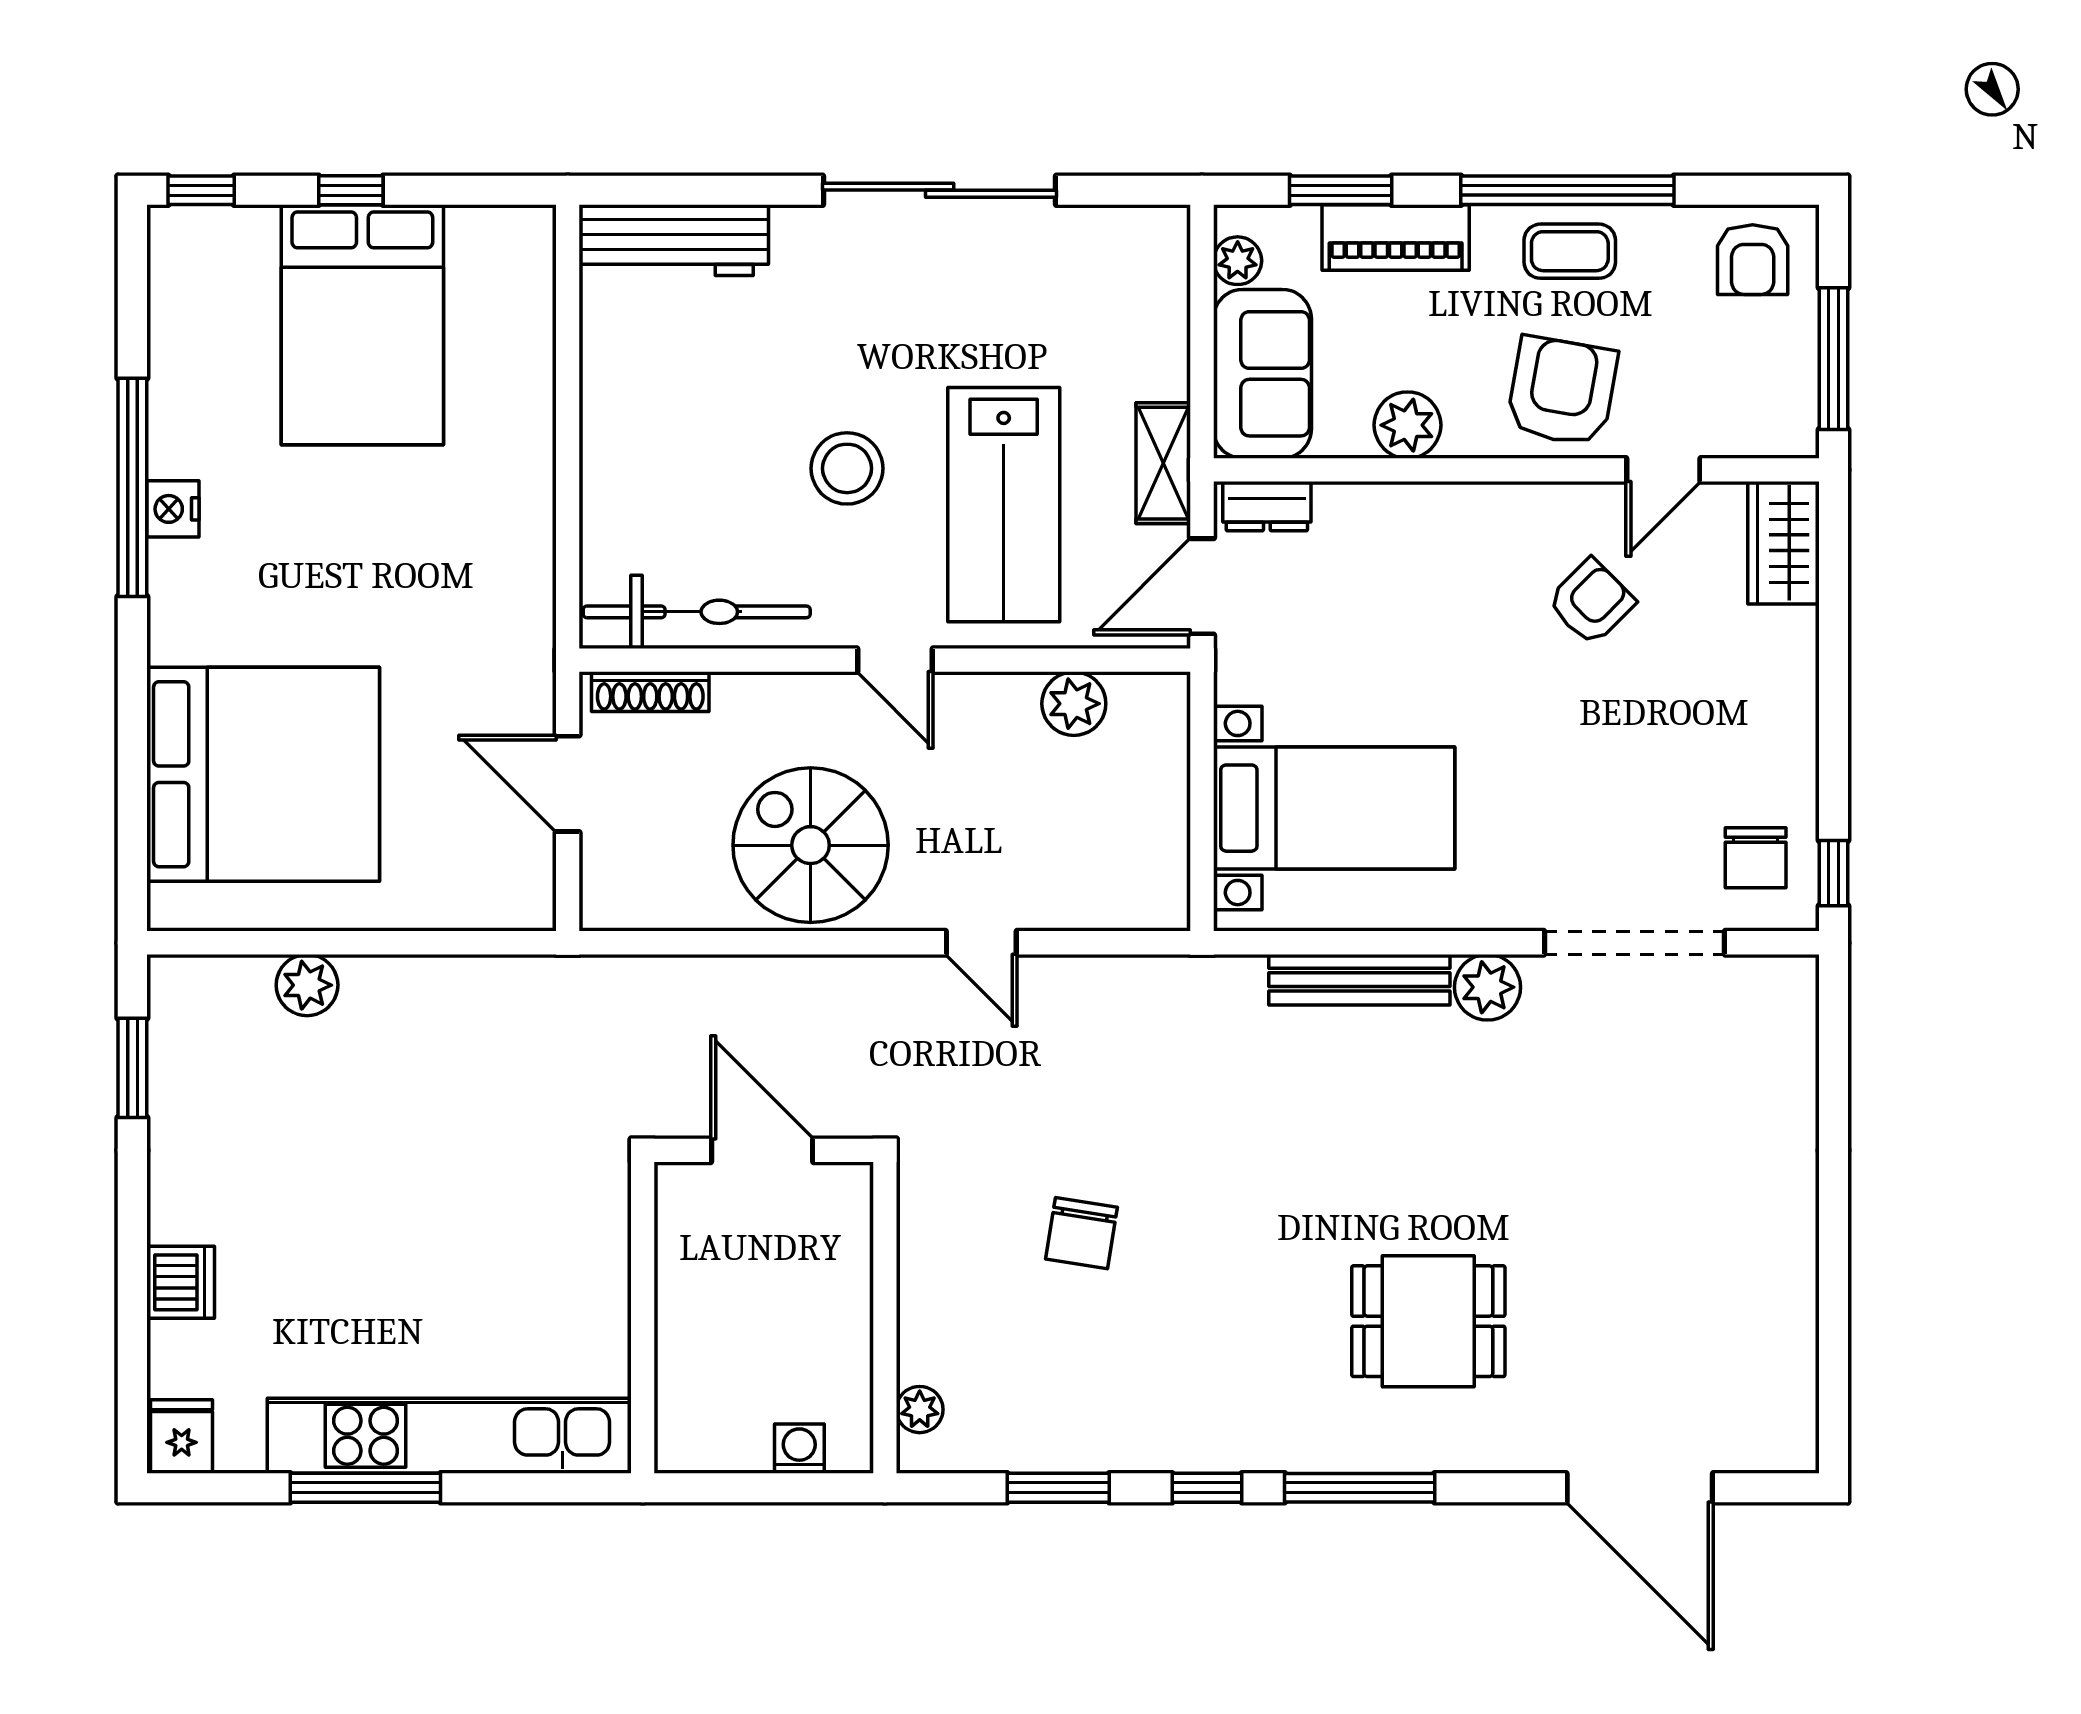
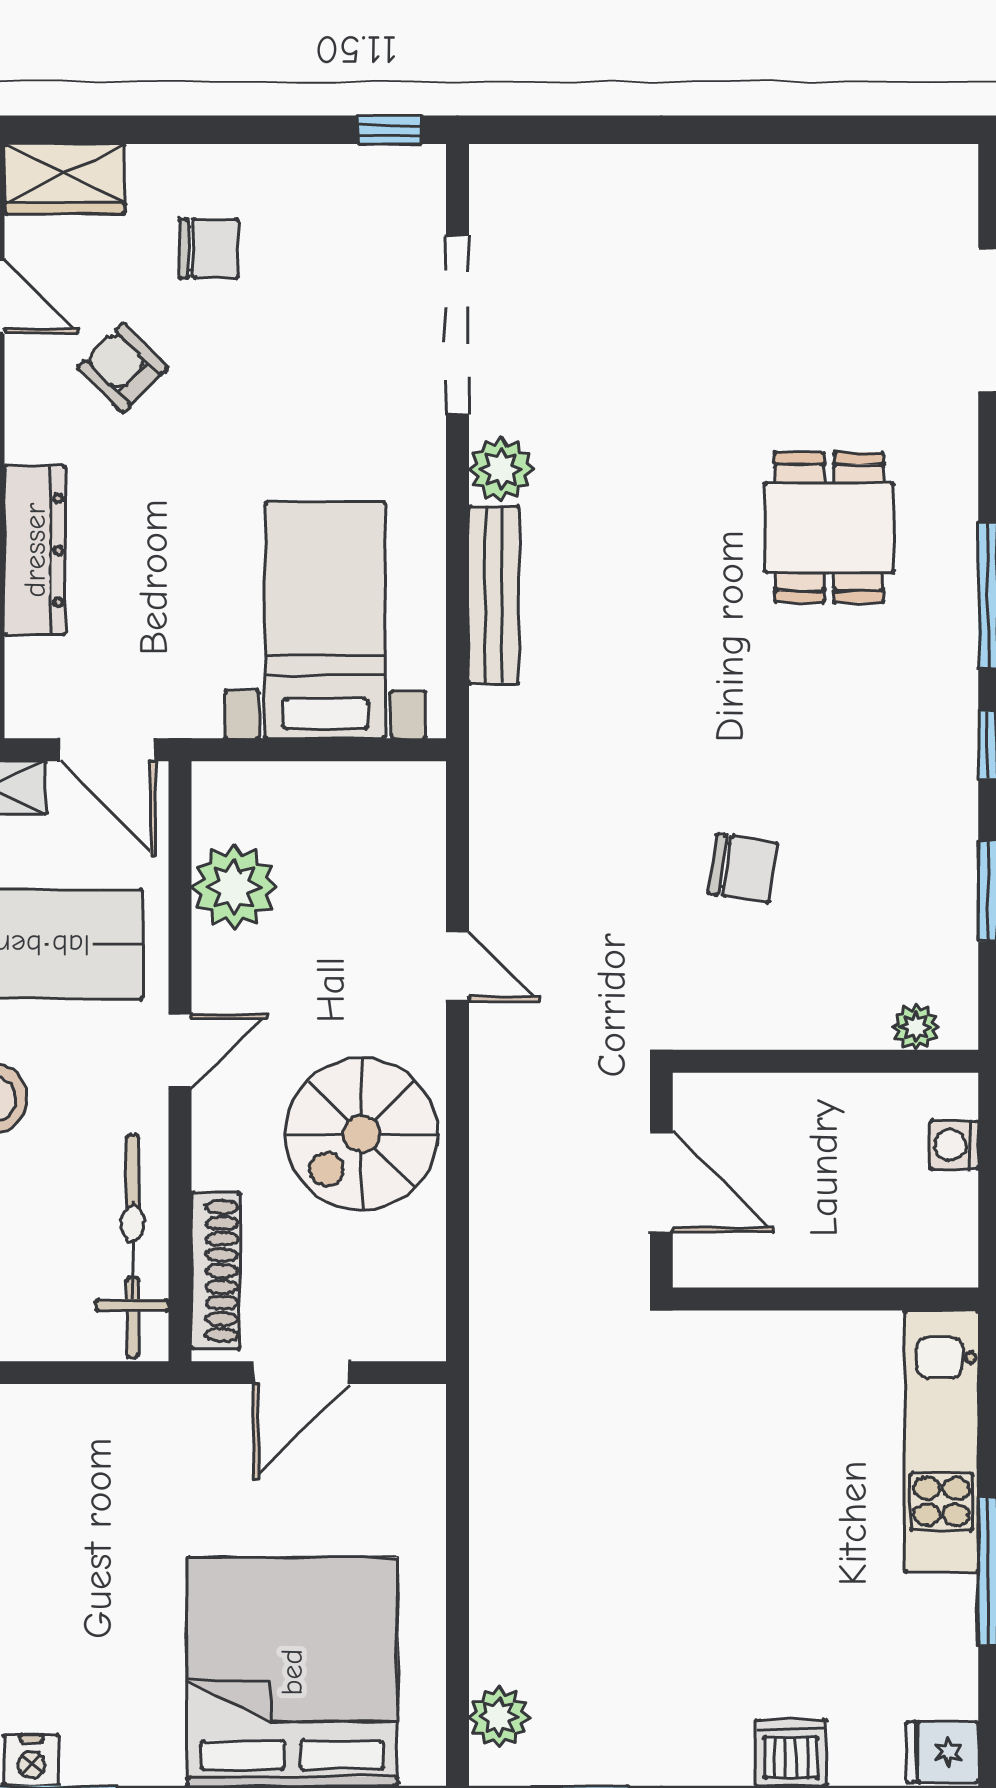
dresser: (1267, 506) -> (35, 550), moved, width x1.96, depth x1.24
shoe rack: (650, 692) -> (215, 1271), width x1.36, depth x1.24
plant: (1074, 704) -> (234, 887), width x1.36, depth x1.36
chair: (1756, 858) -> (208, 249), moved
door: (981, 943) -> (457, 967), hinge flipped
plant: (307, 985) -> (499, 1717), moved
door: (762, 1150) -> (661, 1182), swing flipped
kitchen unit: (449, 1436) -> (942, 1441), width x0.73

